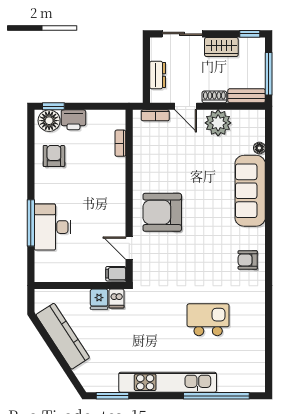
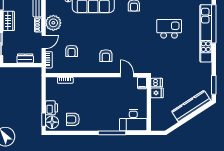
armchair: (170, 154) -> (72, 51), added
armchair: (162, 212) -> (106, 56), width x0.53, depth x0.53
desk: (53, 227) -> (133, 120), moved
door: (129, 248) -> (127, 75), swing flipped
kitchen island: (208, 320) -> (169, 29), turned 90
kitchen counter: (63, 336) -> (191, 106), moved
kitchen unit: (168, 382) -> (206, 33), moved

